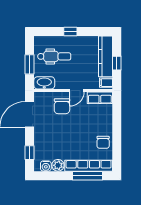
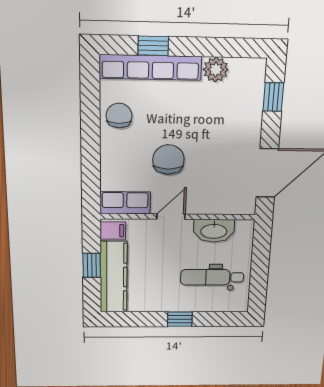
window: (30, 64) -> (260, 264), removed
washbasin: (44, 83) -> (214, 231), moved
chair: (62, 106) -> (168, 160), moved
water cooler: (46, 166) -> (241, 68), removed
window: (88, 176) -> (153, 46), width x0.46

